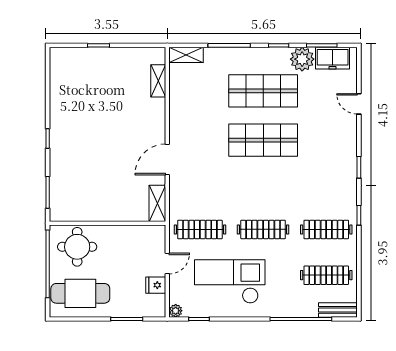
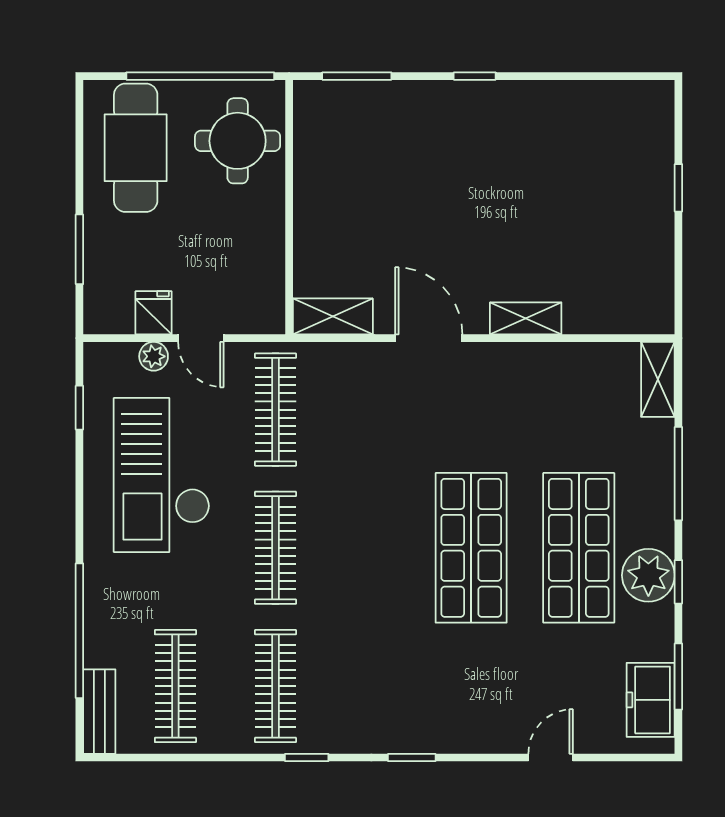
plant: (302, 59) -> (648, 575), moved
shelving: (158, 81) -> (526, 318), moved
checkout: (230, 281) -> (162, 475), turned 180
plant: (176, 311) -> (154, 356), moved

